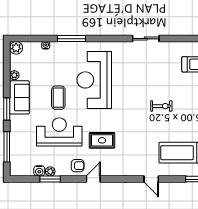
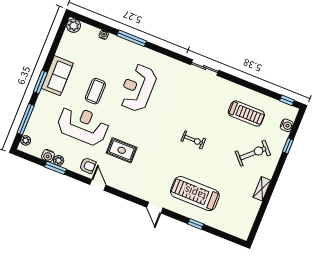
plant: (14, 75) -> (26, 140), moved
reception desk: (94, 80) -> (138, 88), width x0.74, depth x0.77
door: (93, 179) -> (98, 185), hinge flipped

